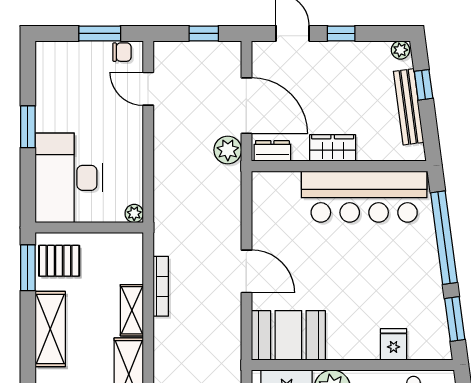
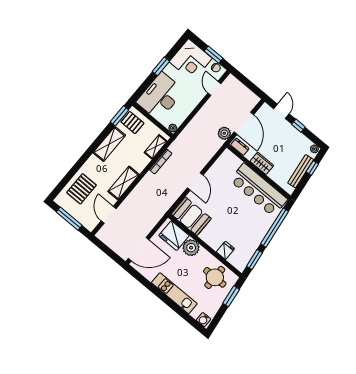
window: (204, 33) -> (250, 85), removed
corner desk: (69, 75) -> (191, 60), added
shelving: (132, 310) -> (156, 147), moved

